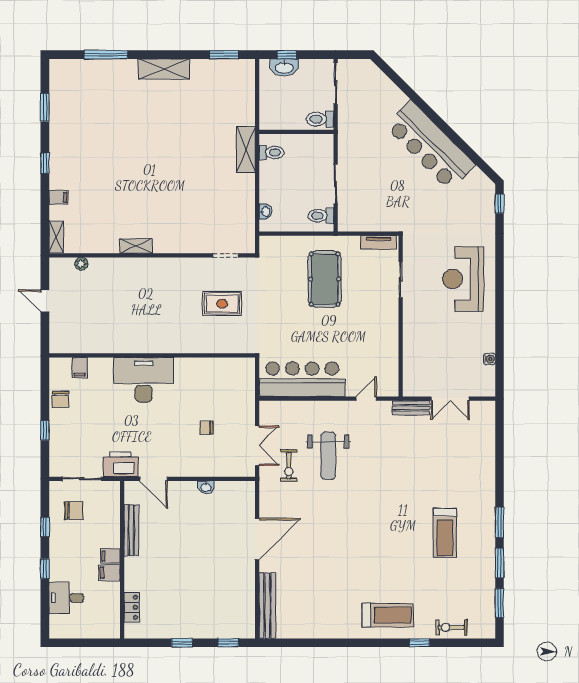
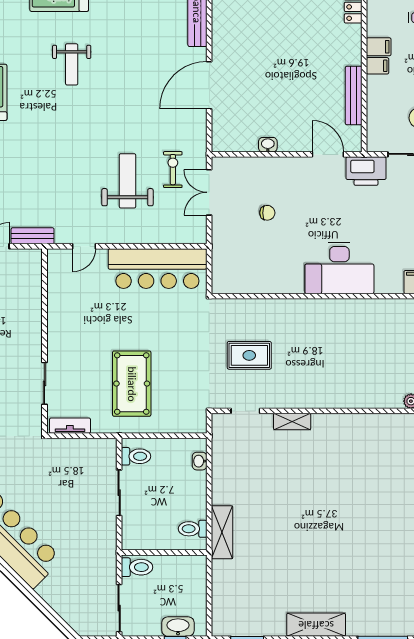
shelving: (136, 246) -> (292, 422), moved
weight bench: (377, 557) -> (72, 64), added

